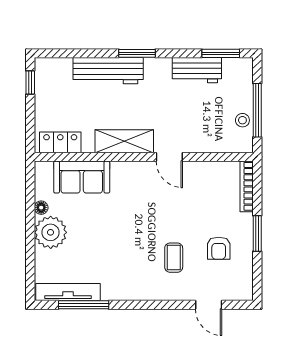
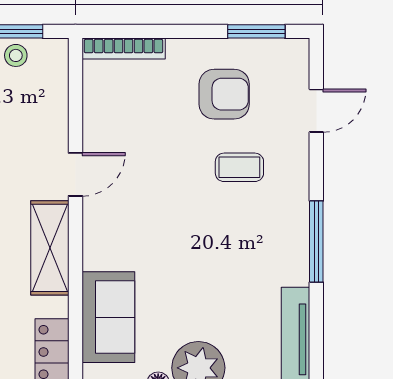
window: (257, 234) -> (256, 31), moved
armchair: (219, 248) -> (224, 94), width x1.38, depth x1.38
window: (84, 305) -> (316, 242), moved

